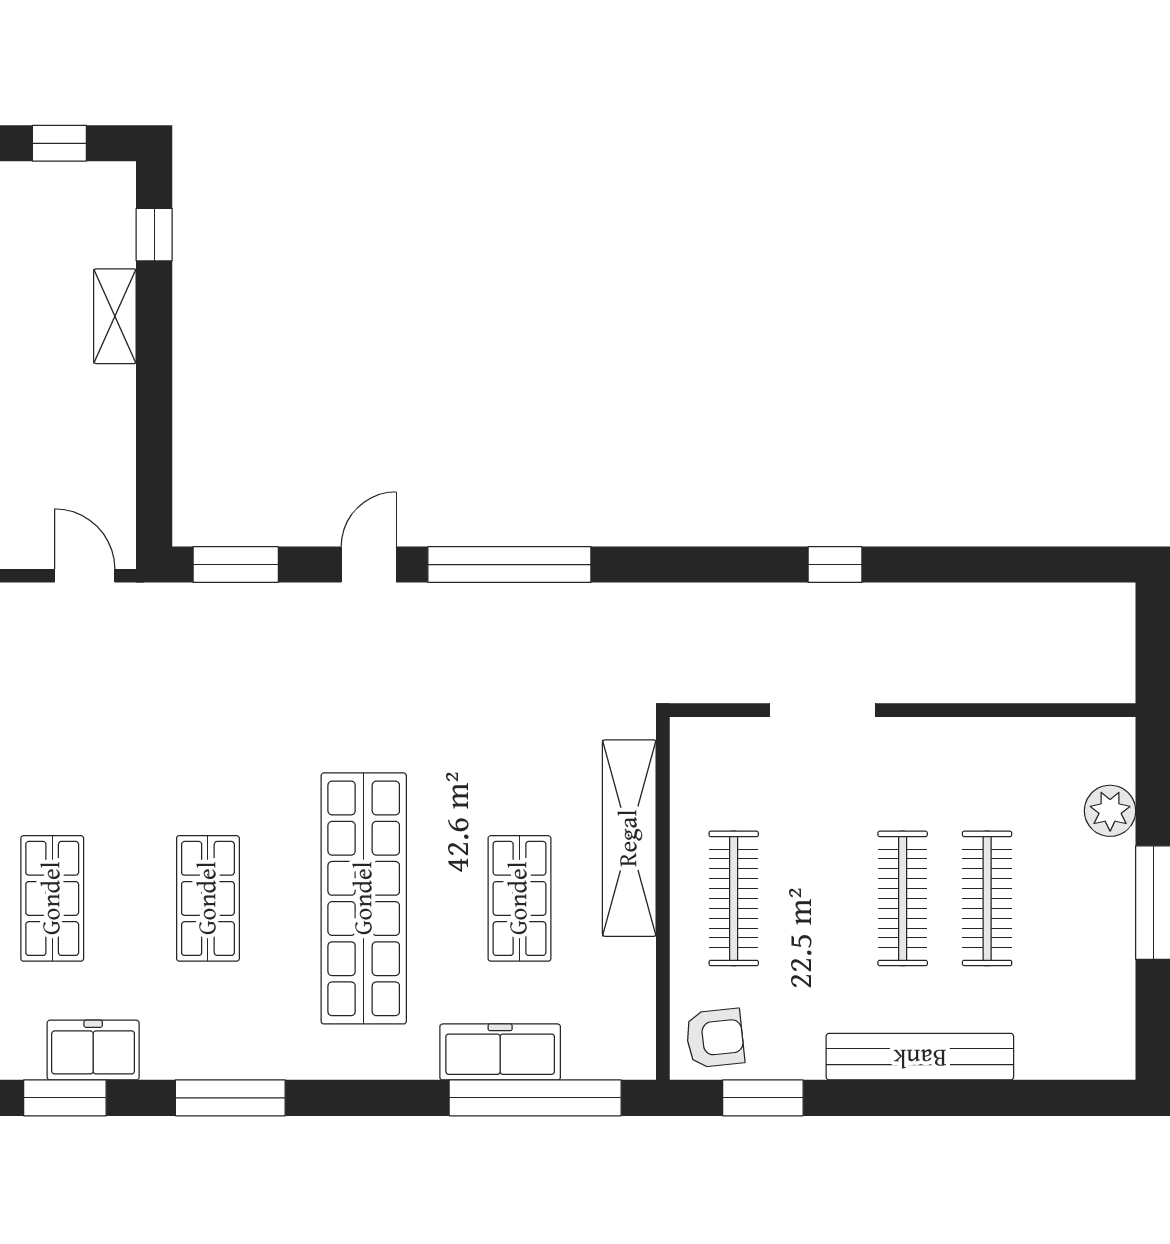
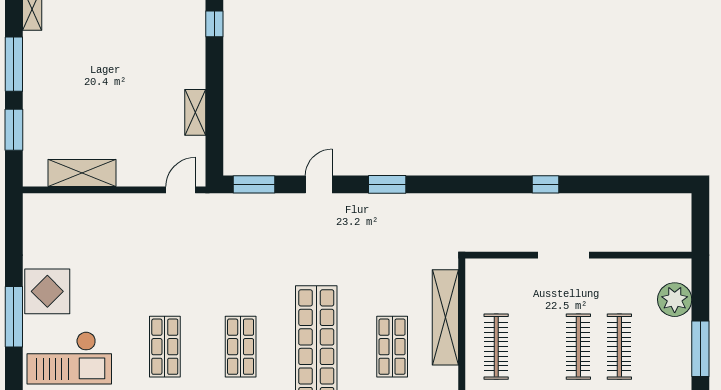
shelving: (115, 316) -> (195, 112), moved
window: (509, 565) -> (387, 184), width x0.47
door: (85, 576) -> (181, 190), hinge flipped
doorway: (822, 710) -> (564, 255), moved
plant: (1110, 811) -> (675, 300), width x1.36, depth x1.36

